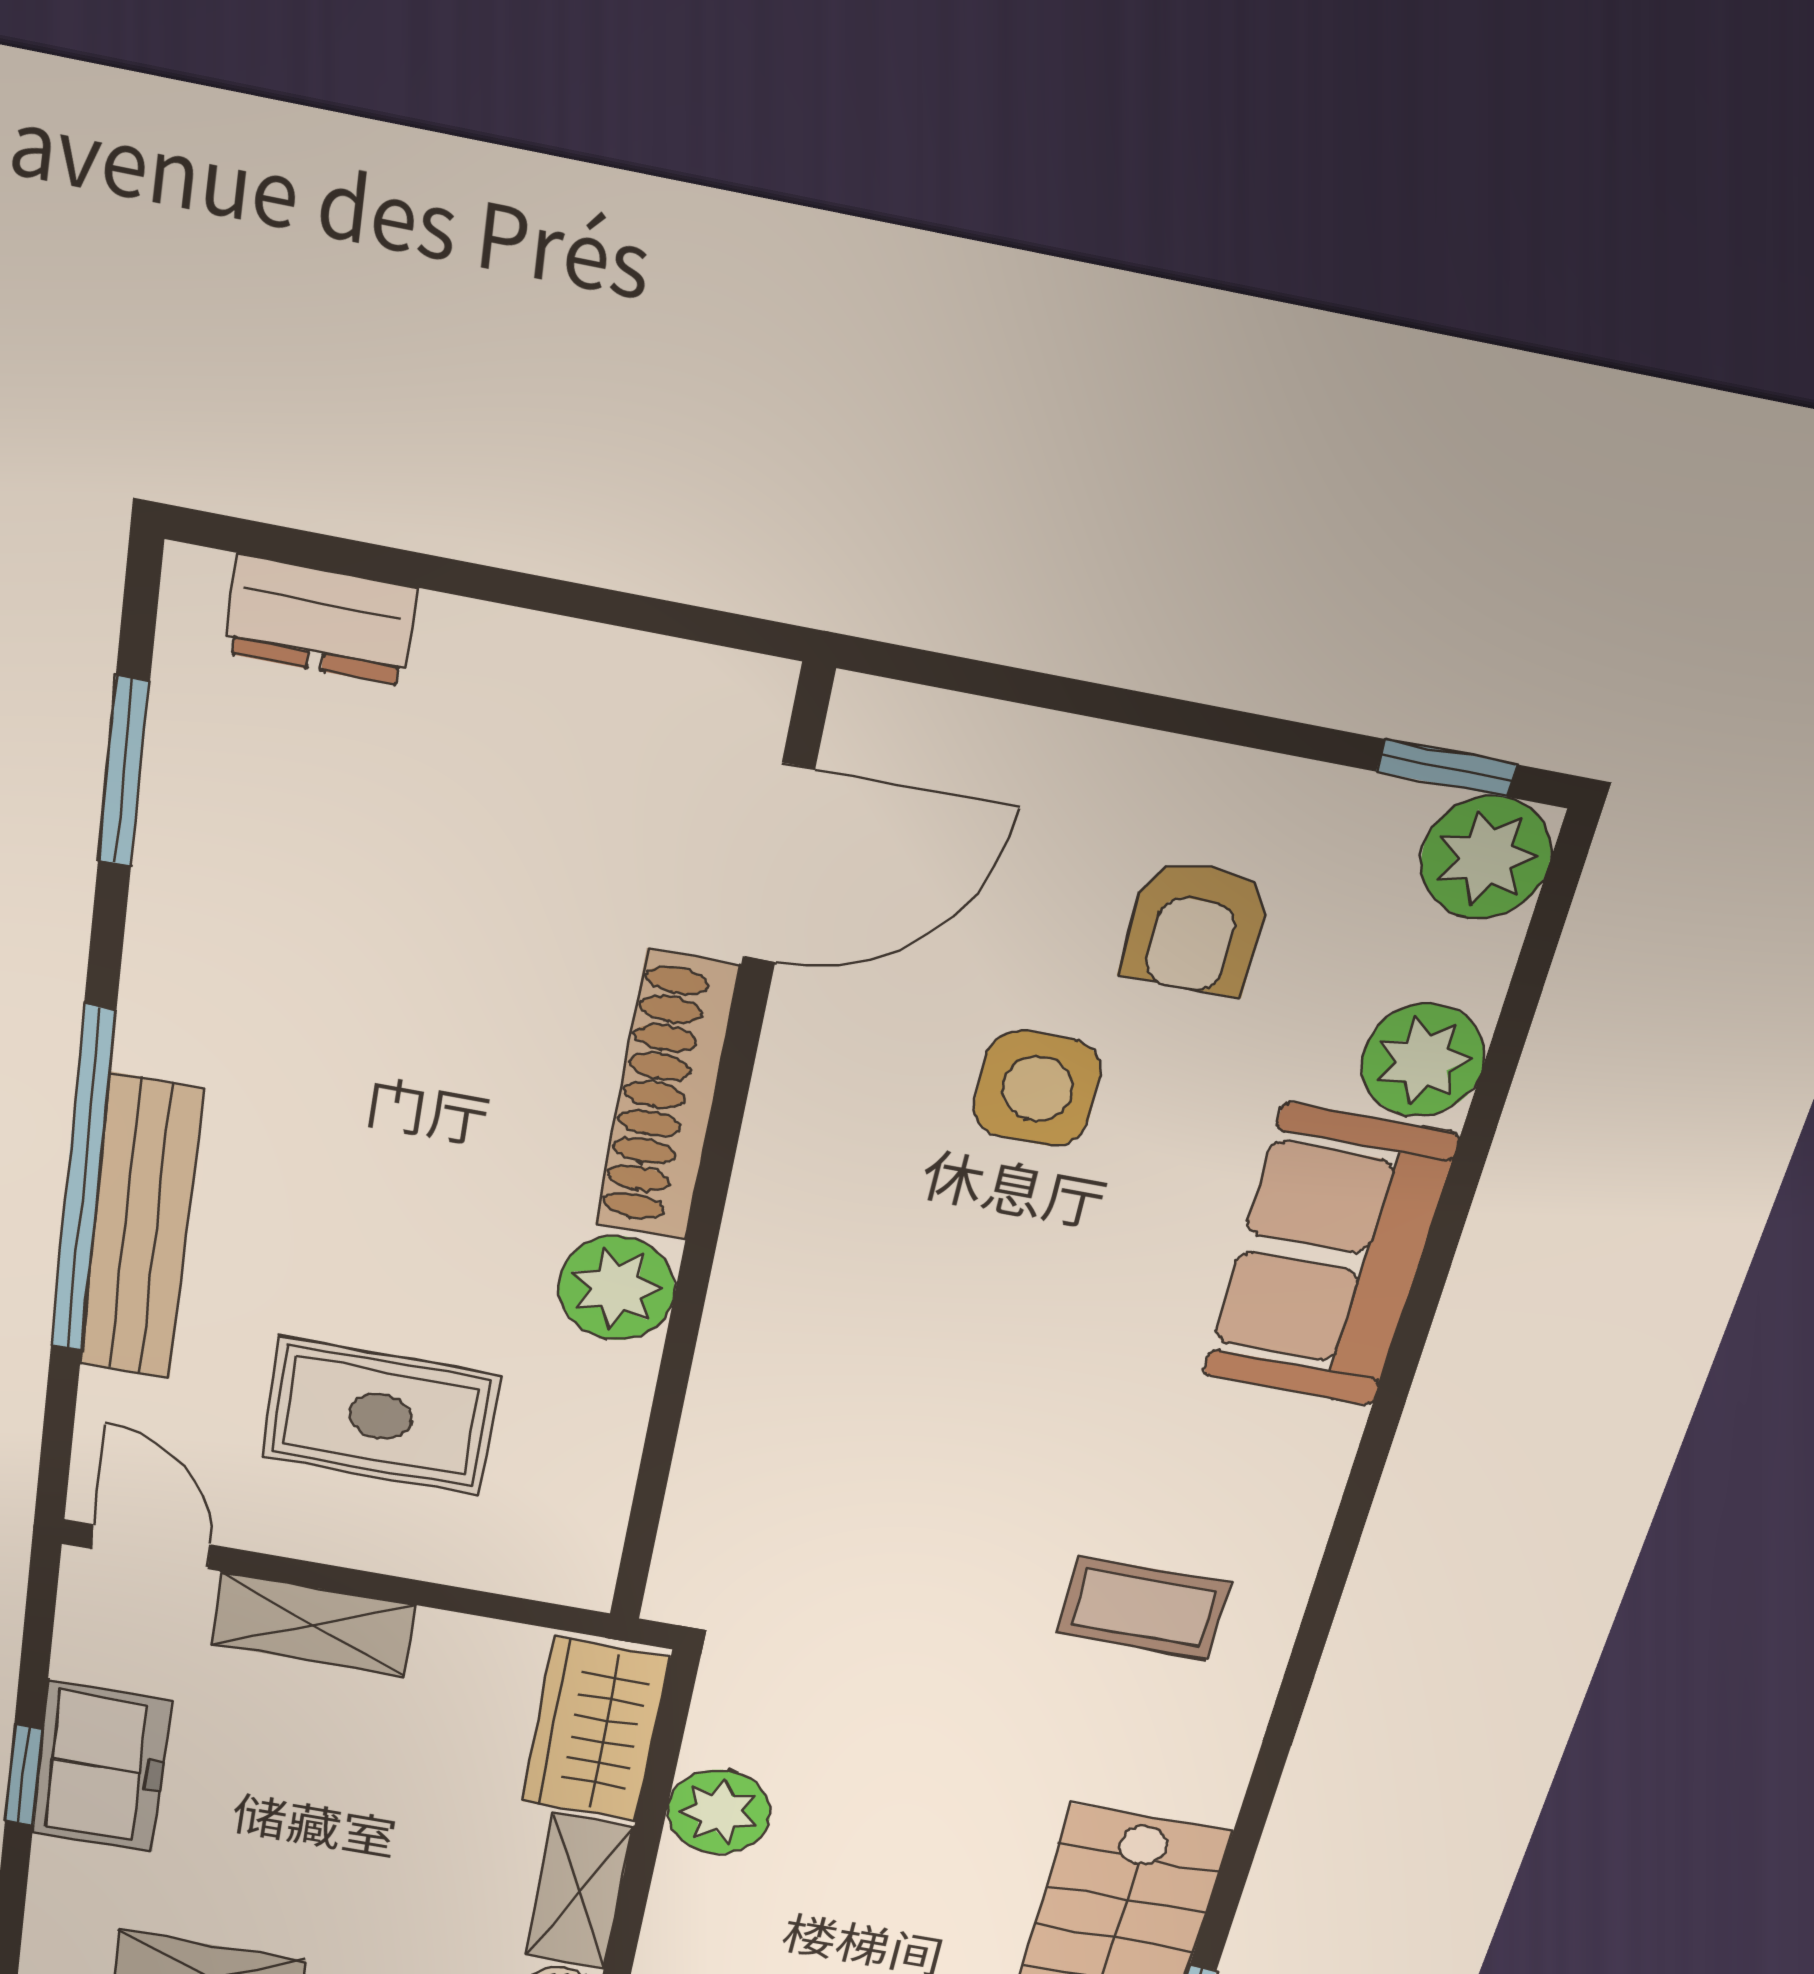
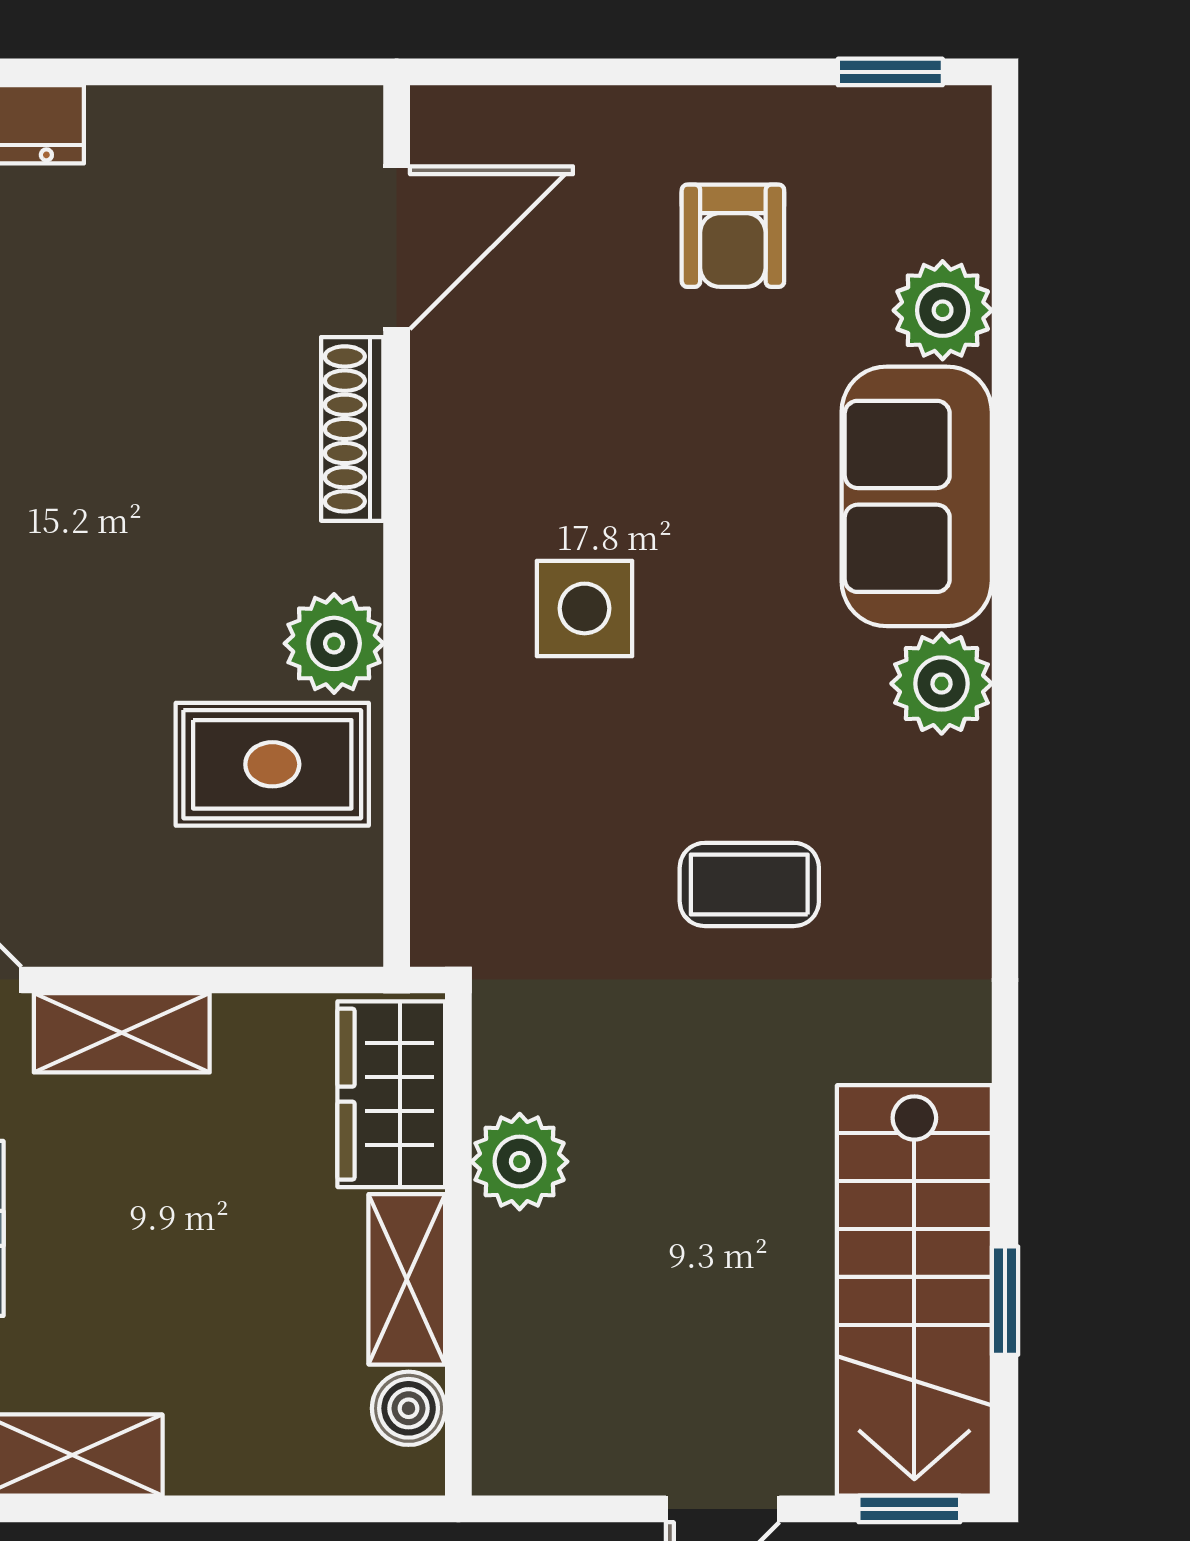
plant: (1486, 857) -> (942, 684), moved
side table: (1037, 1089) -> (585, 608), moved
shoe rack: (667, 1097) -> (352, 429), width x0.74, depth x0.81
rug: (381, 1416) -> (272, 764), moved
coffee table: (1143, 1608) -> (749, 884), moved

